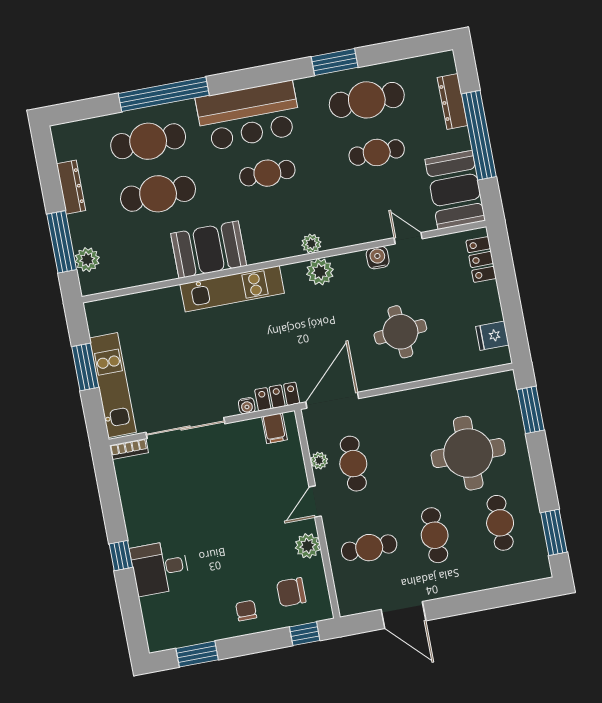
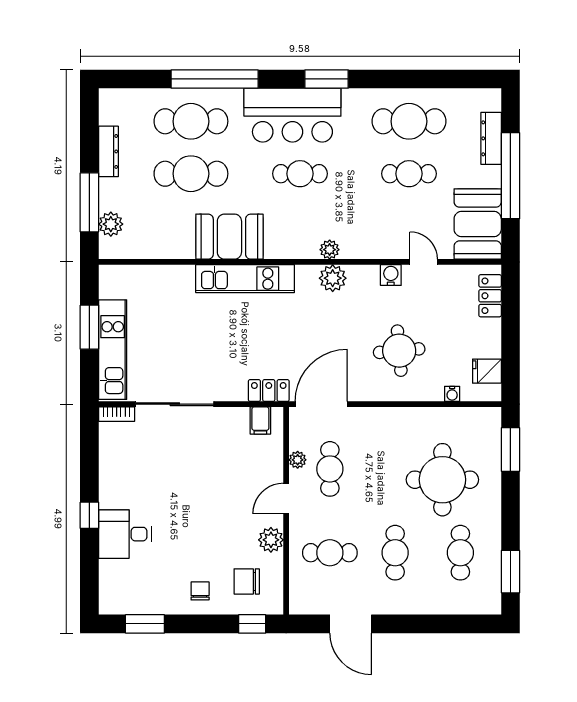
window: (335, 62) -> (327, 79), moved
water cooler: (247, 406) -> (452, 394), moved

